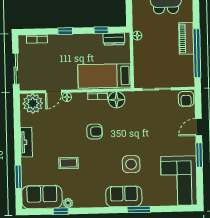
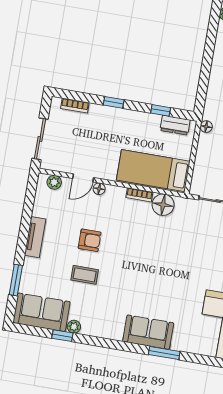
plant: (33, 103) -> (54, 182), width x0.53, depth x0.53
armchair: (95, 132) -> (90, 240), moved
side table: (131, 164) -> (166, 292), removed

